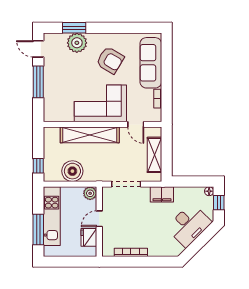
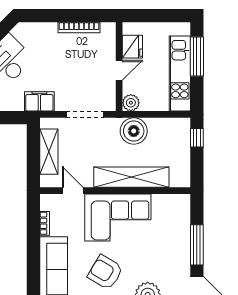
boiler: (72, 171) -> (134, 131), moved

